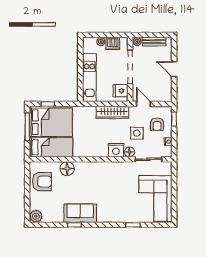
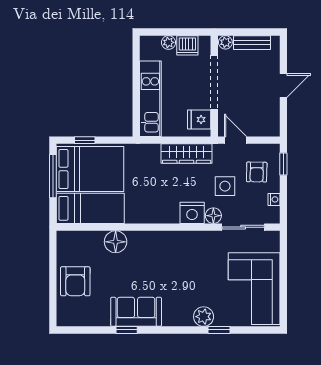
door: (174, 69) -> (283, 86), swing flipped
armchair: (42, 182) -> (75, 281), moved, turned 90
plant: (36, 216) -> (204, 317), moved

